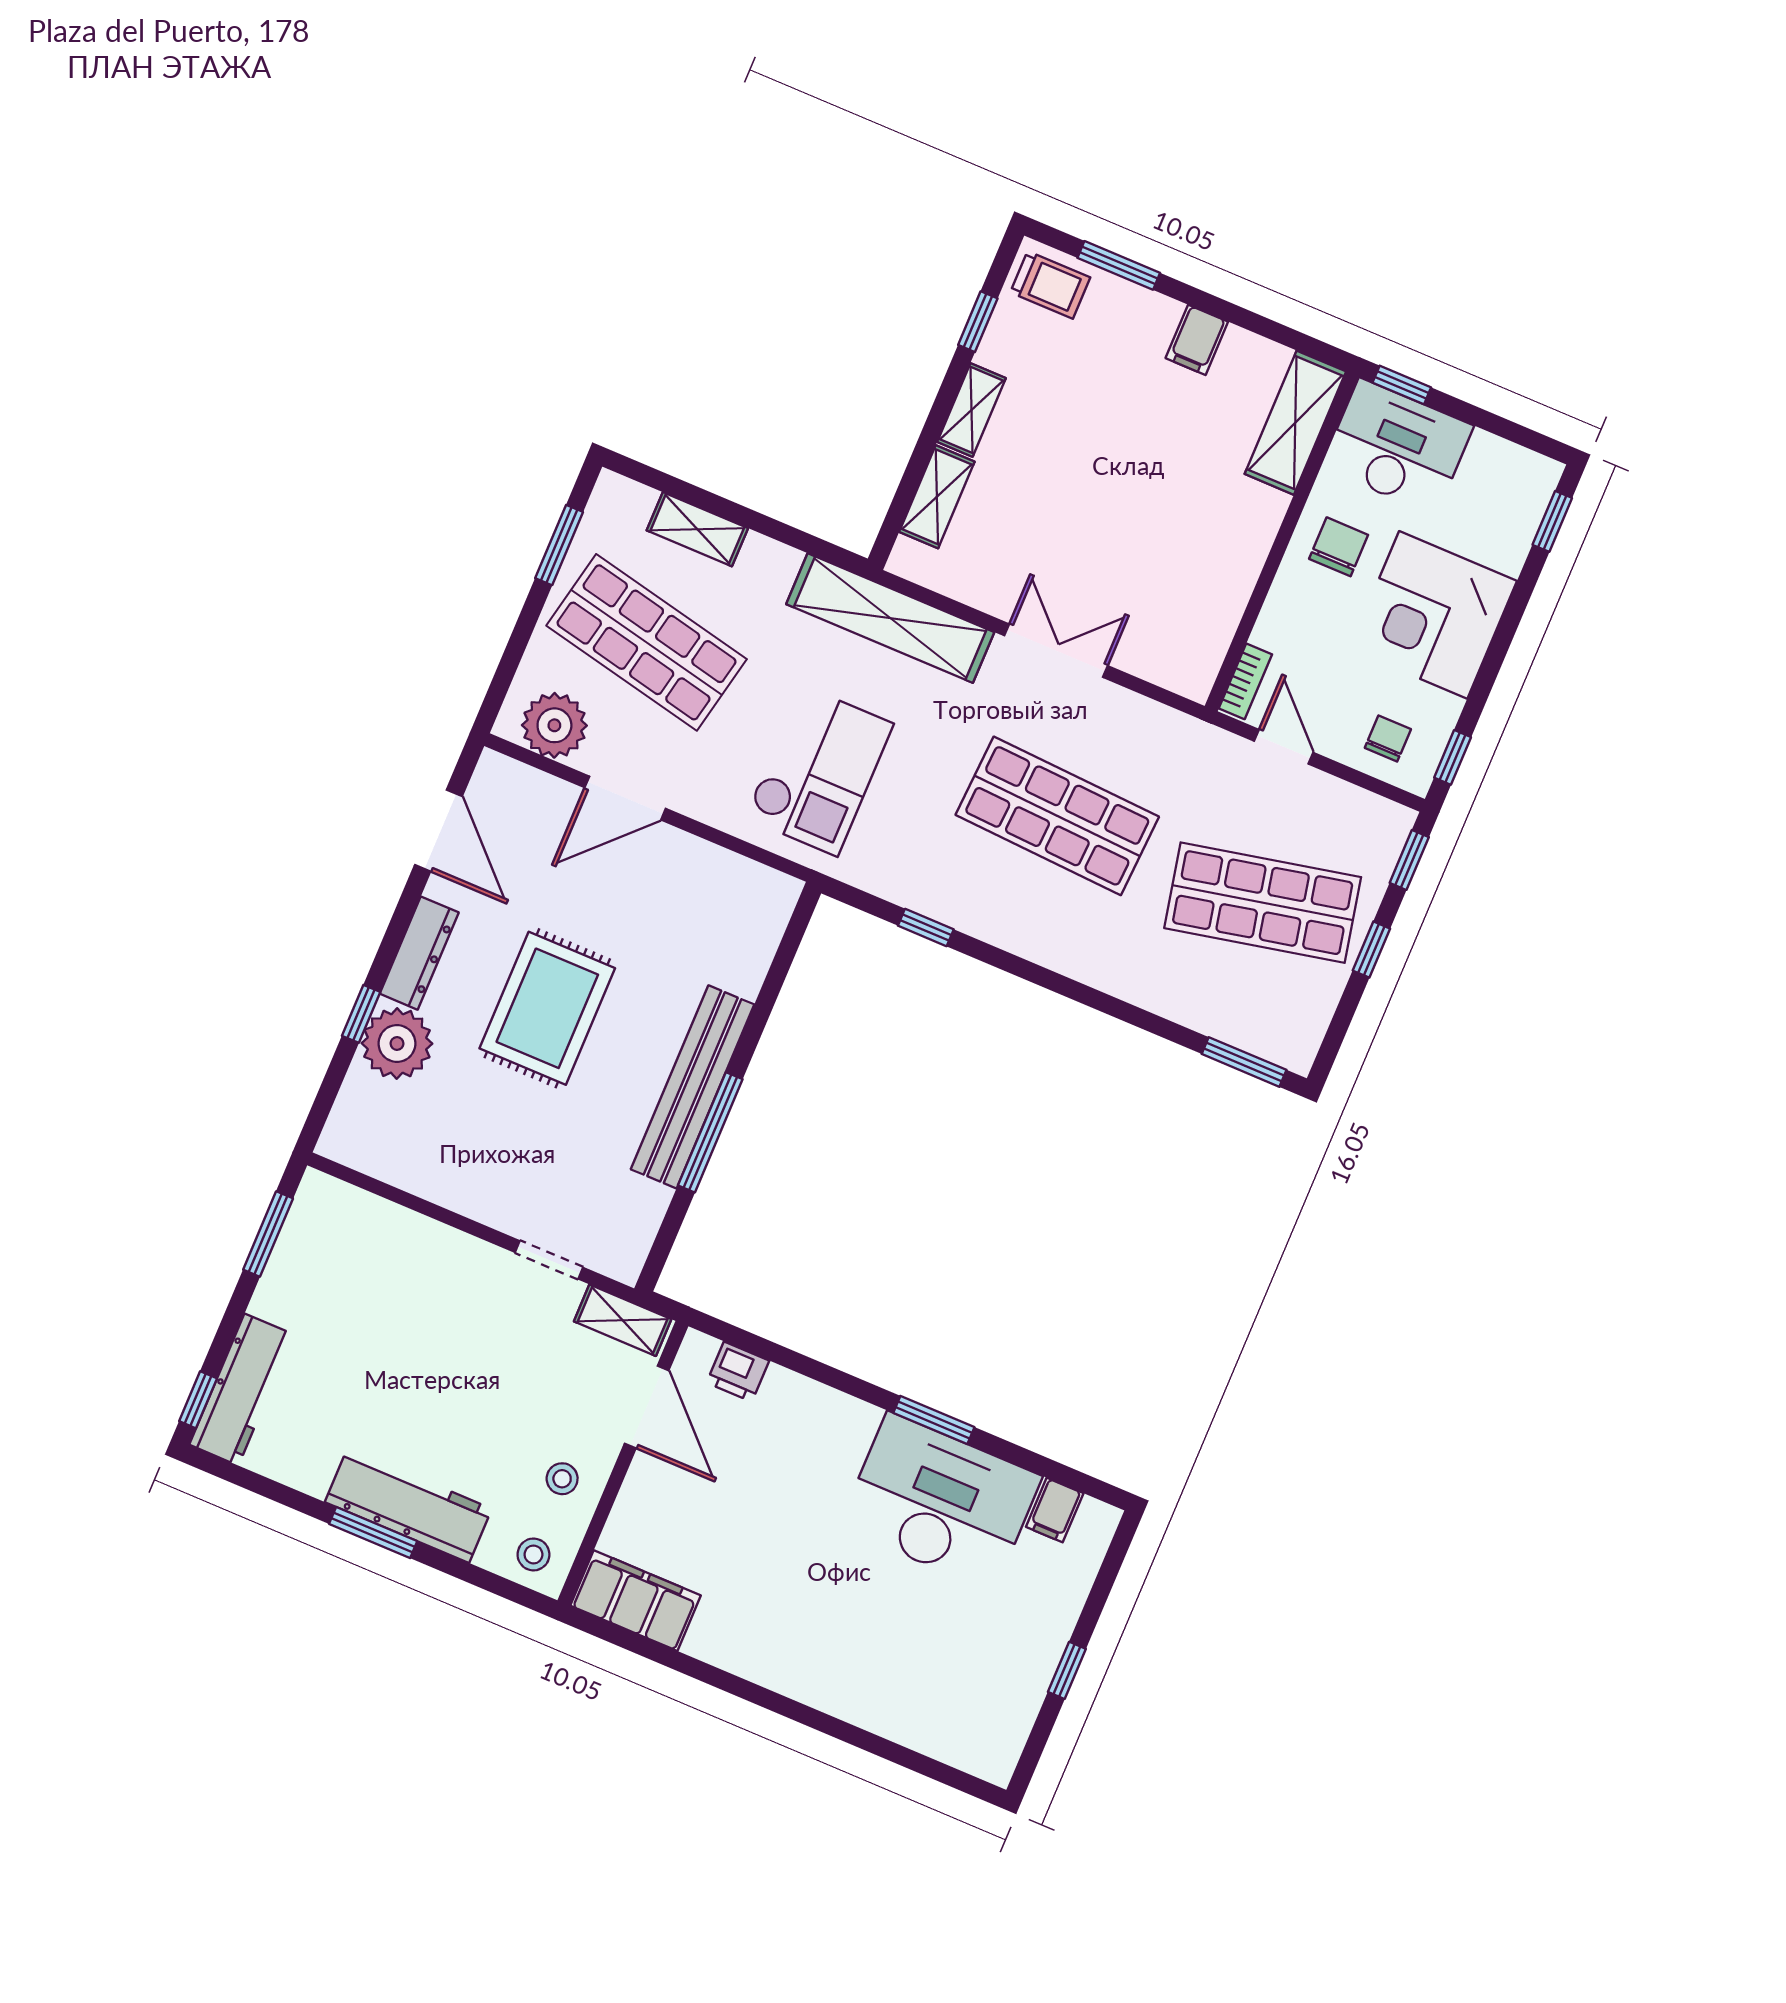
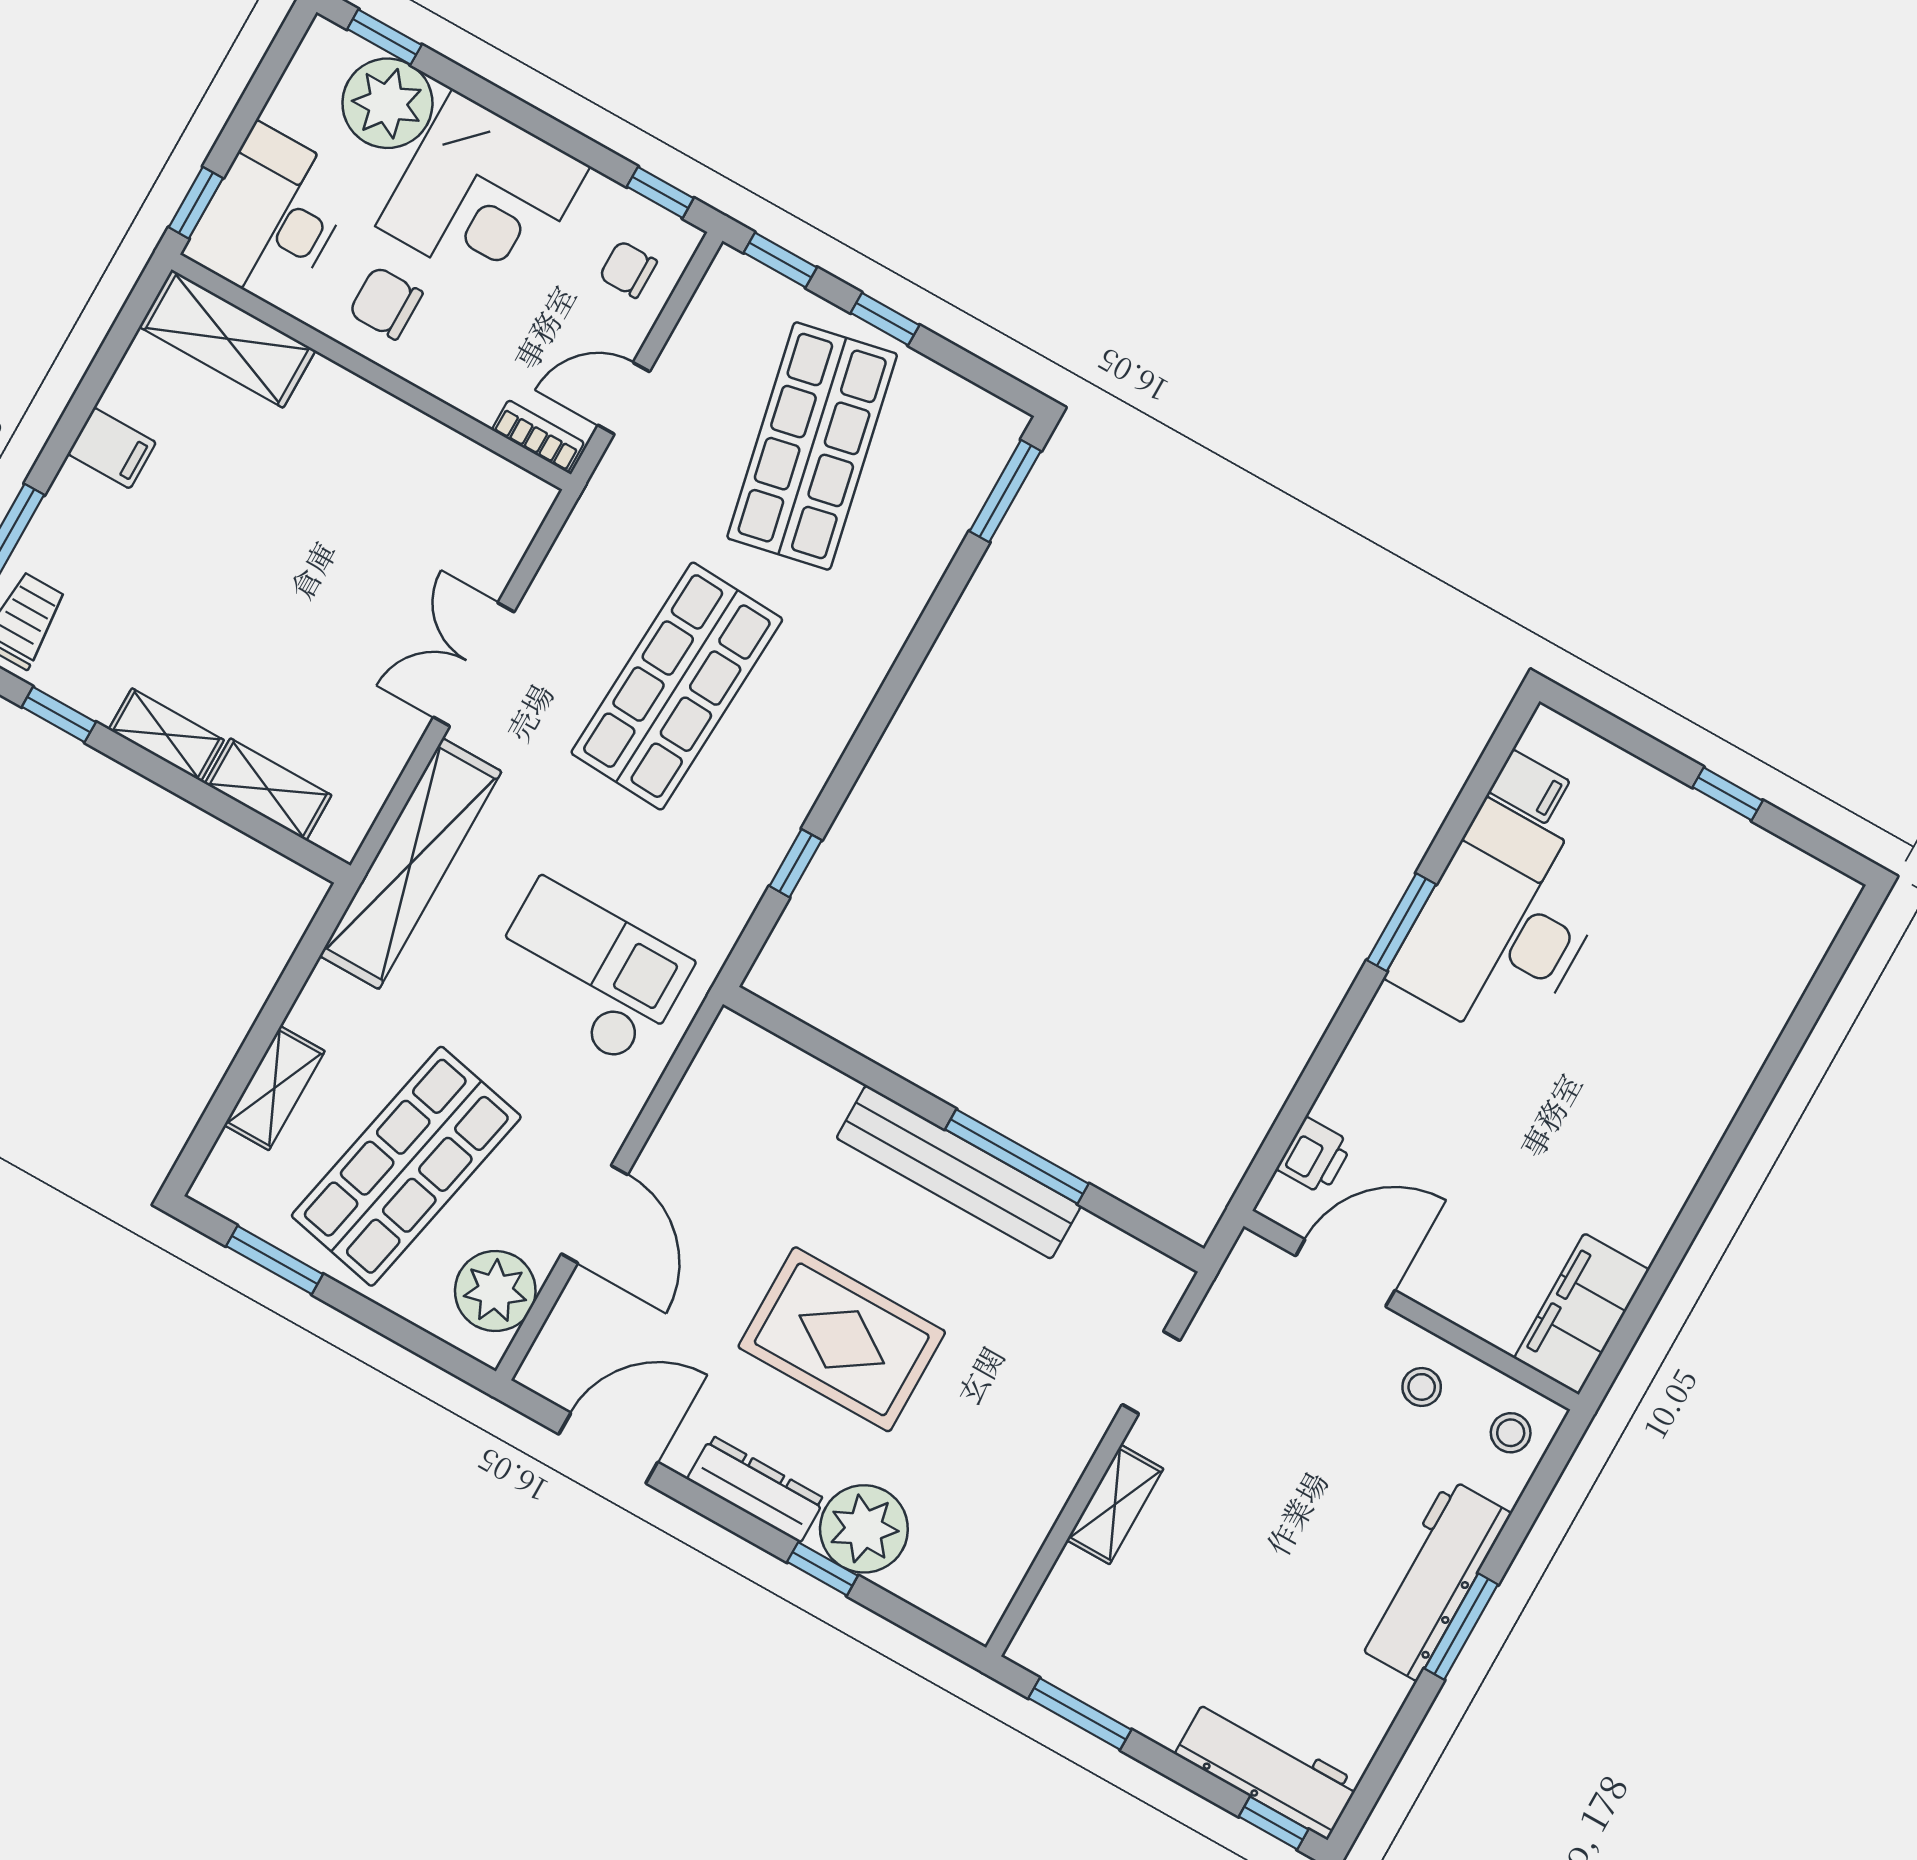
plant: (1499, 530) -> (387, 103), added
shelving: (623, 1320) -> (1115, 1504), moved

